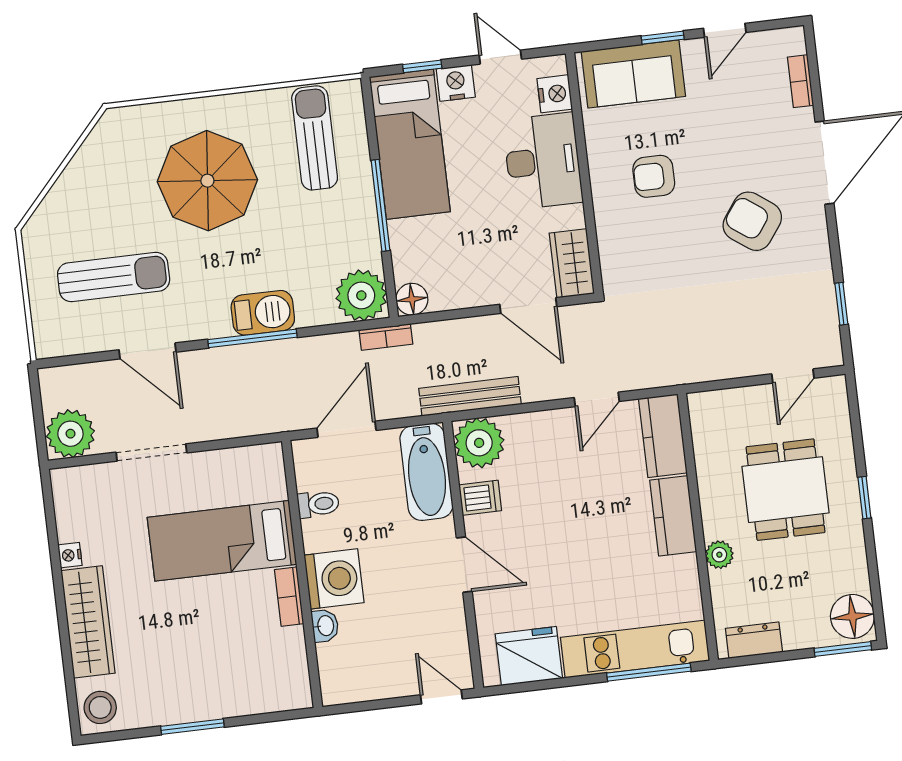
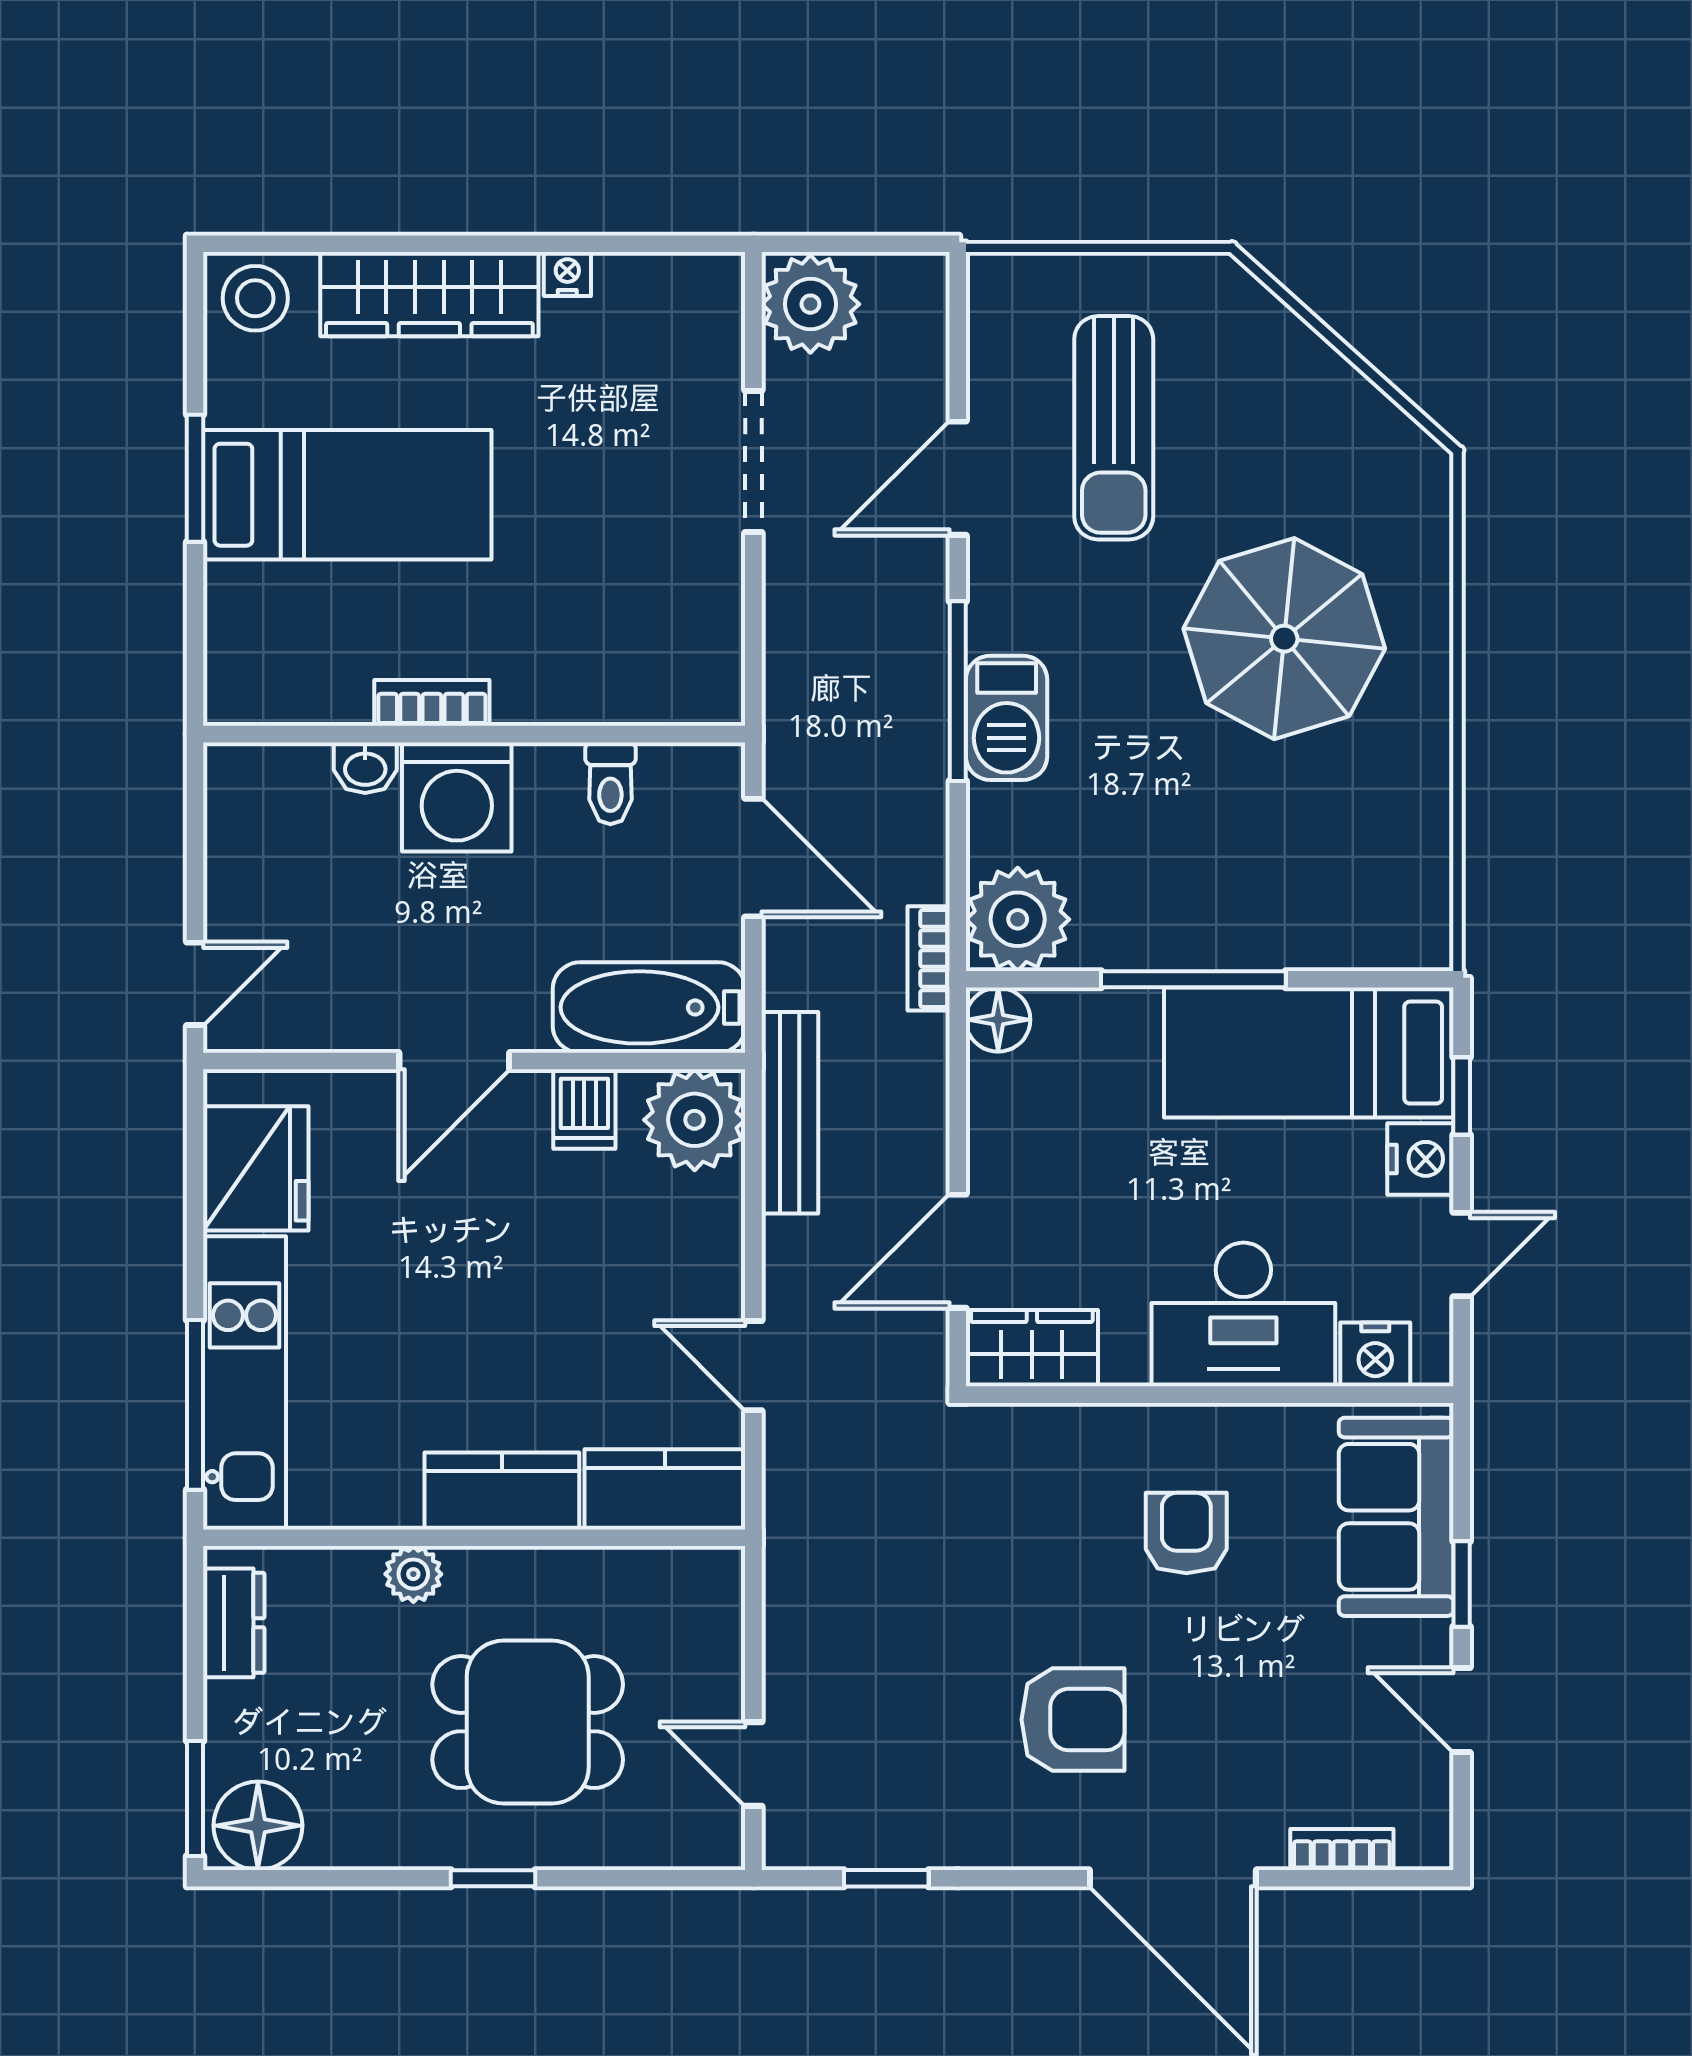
sun lounger: (315, 138) -> (1344, 863), removed
armchair: (752, 221) -> (1073, 1720), turned 54
bed: (222, 541) -> (347, 495), moved, turned 90

